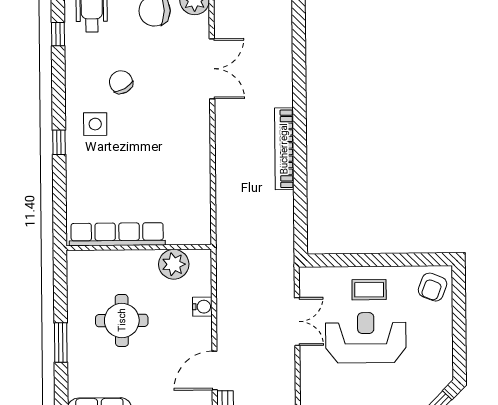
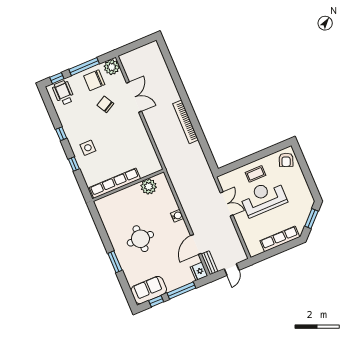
window: (58, 34) -> (61, 134), moved
chair: (121, 82) -> (105, 104), moved
row of seats: (117, 234) -> (115, 183), moved
wall: (139, 247) -> (128, 185), moved
plant: (174, 264) -> (149, 186), moved

